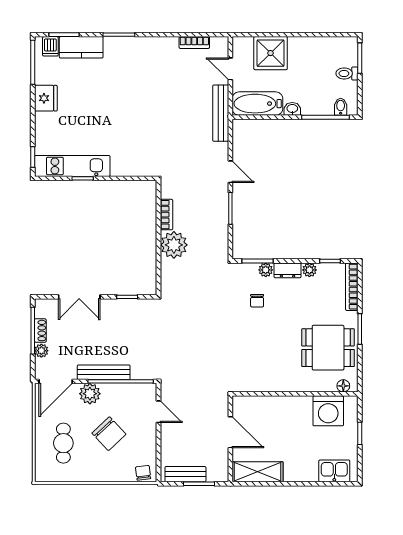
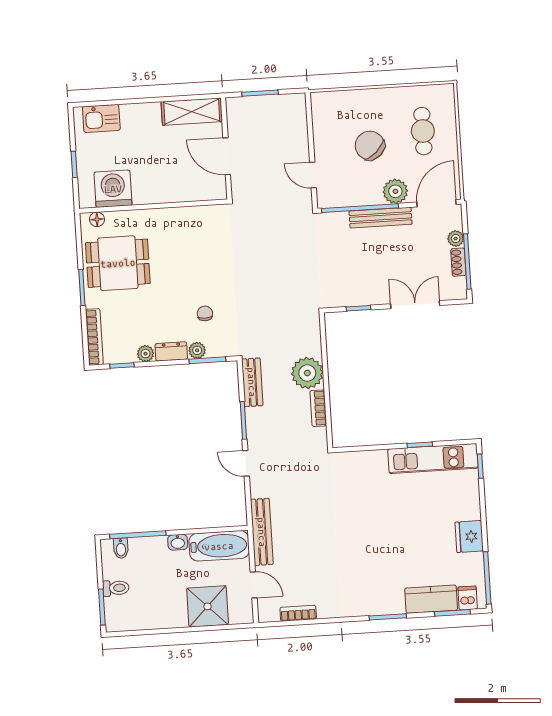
chair: (143, 473) -> (327, 102), removed
bench: (185, 474) -> (252, 382), moved, turned 90

